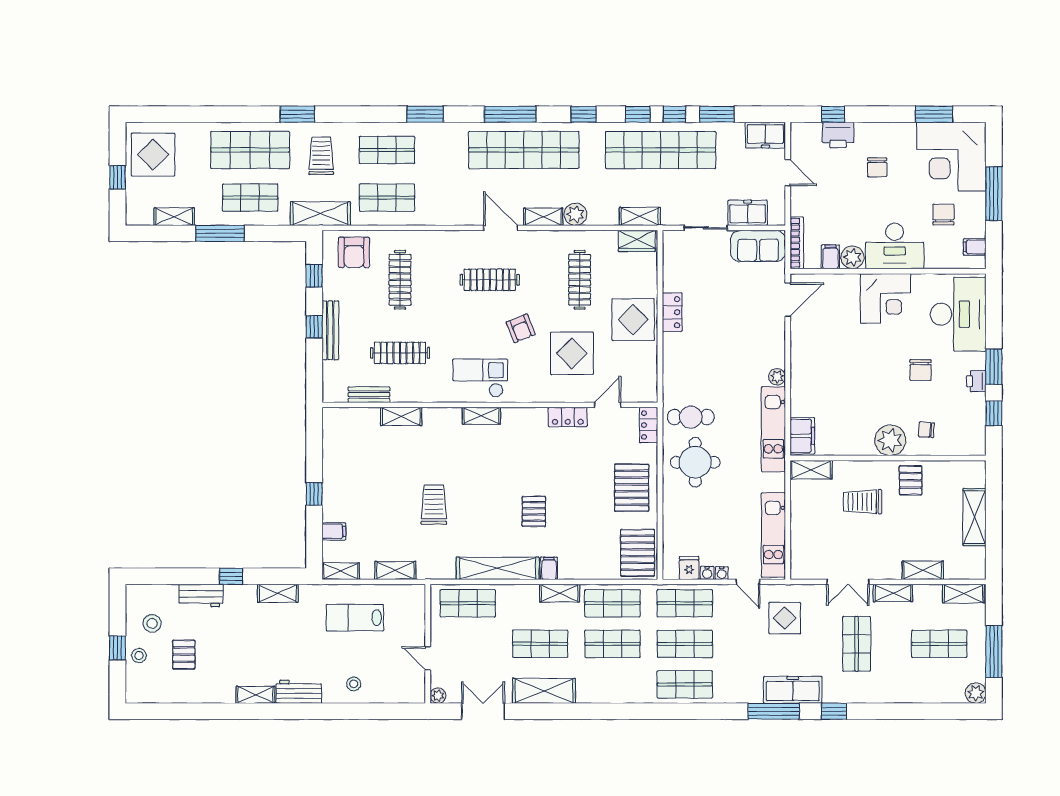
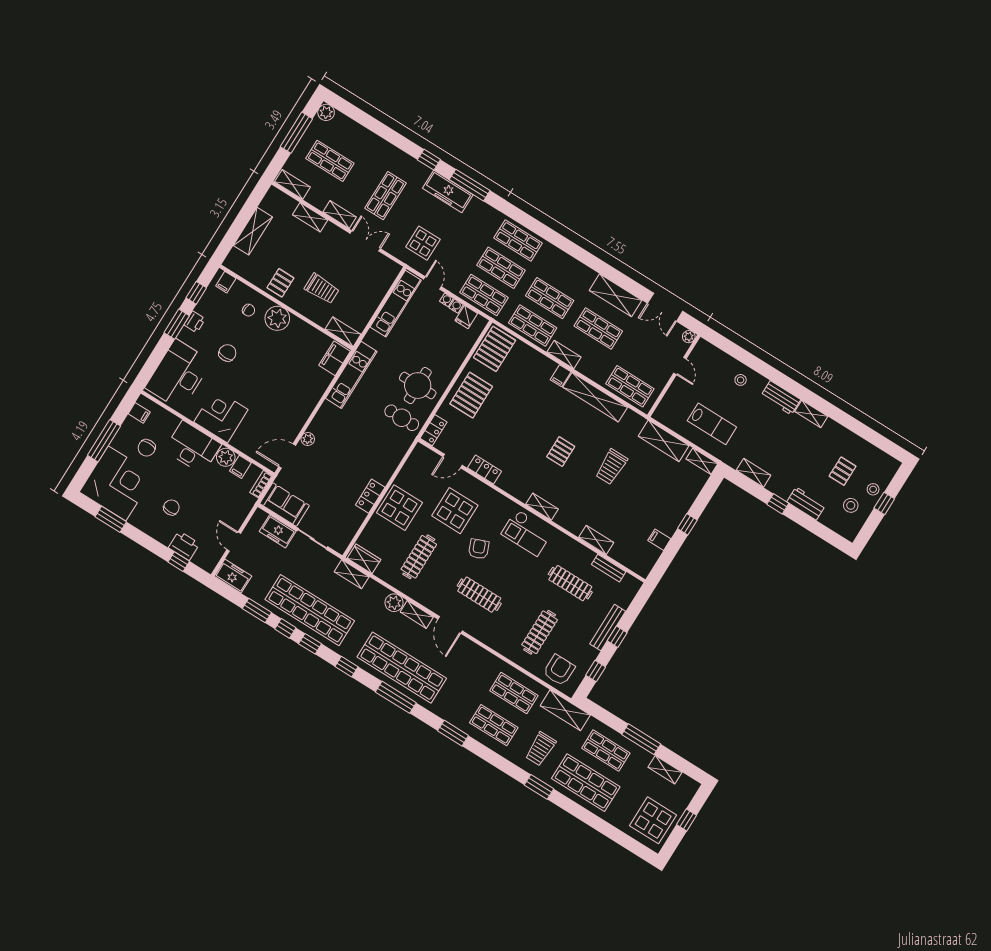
bookcase: (797, 243) -> (261, 484), width x0.64
plant: (777, 377) -> (308, 439), moved
filing cabinet: (969, 445) -> (226, 282), added
pallet: (534, 511) -> (561, 452), moved
filing cabinet: (334, 531) -> (659, 540), moved
shelving: (395, 570) -> (664, 441), width x1.50, depth x1.33

